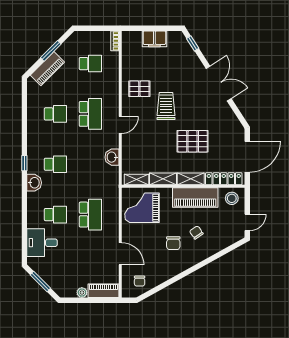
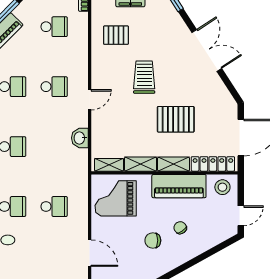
pallet: (139, 89) -> (116, 35), moved
school desk: (90, 114) -> (54, 87), width x0.54
school desk: (90, 215) -> (54, 206), width x0.54
chair: (173, 243) -> (153, 240), turned 90

